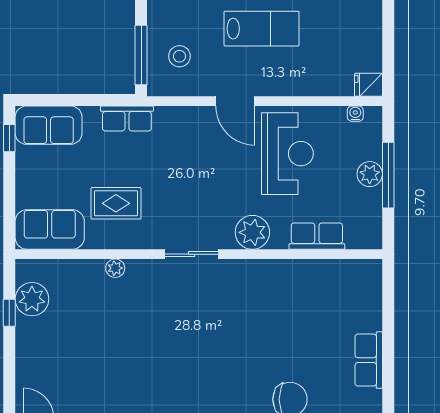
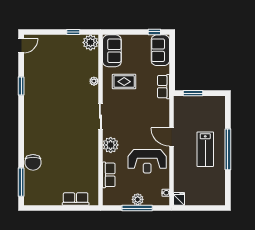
window: (141, 55) -> (193, 93), width x0.69
stool: (179, 56) -> (192, 111), removed
door: (235, 101) -> (172, 137), hinge flipped
rug: (116, 203) -> (124, 82), turned 90
plant: (32, 299) -> (91, 42), moved
row of seats: (369, 360) -> (76, 199), moved

